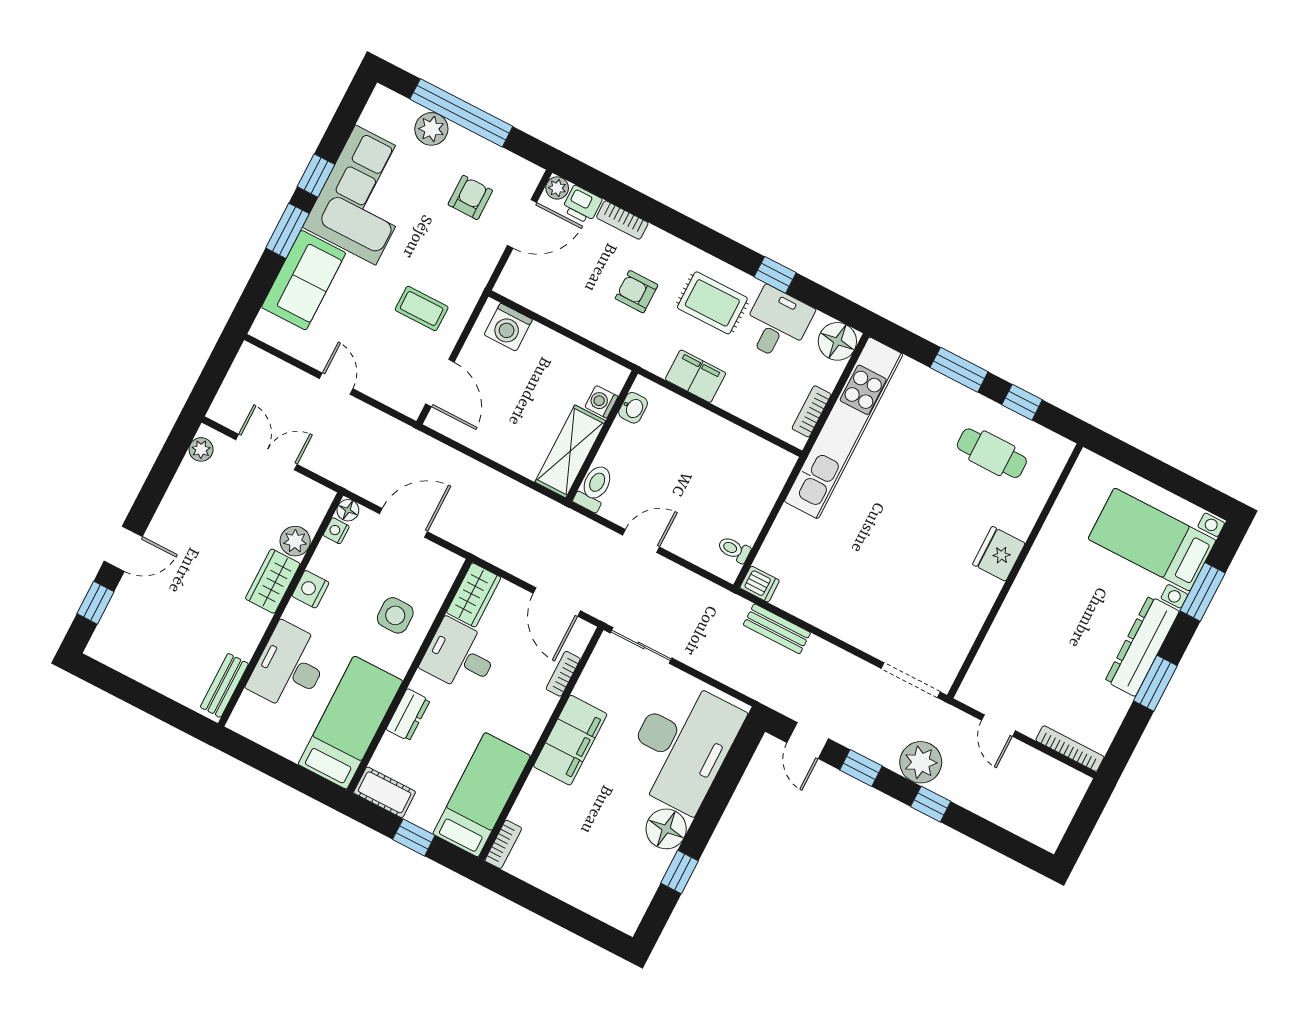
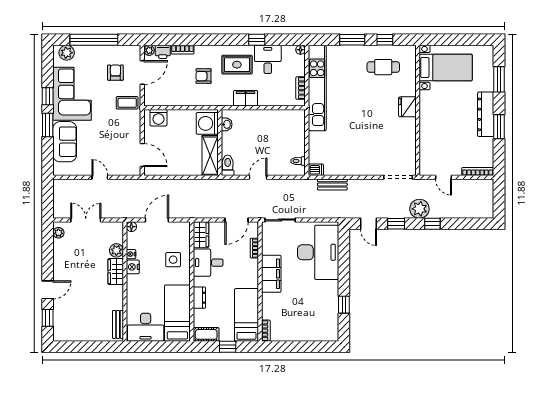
plant: (431, 129) -> (67, 53), moved
coffee table: (422, 309) -> (127, 103), moved
floor lamp: (837, 341) -> (300, 50), width x0.53, depth x0.53
washing machine: (601, 402) -> (207, 123), width x1.89, depth x1.89
nightstand: (336, 531) -> (131, 254), moved
bed with nightstands: (1152, 540) -> (446, 67), moved, turned 180
door: (557, 602) -> (236, 220), hinge flipped
desk: (289, 667) -> (146, 327), moved, turned -90
floor lamp: (666, 829) -> (329, 290), removed

